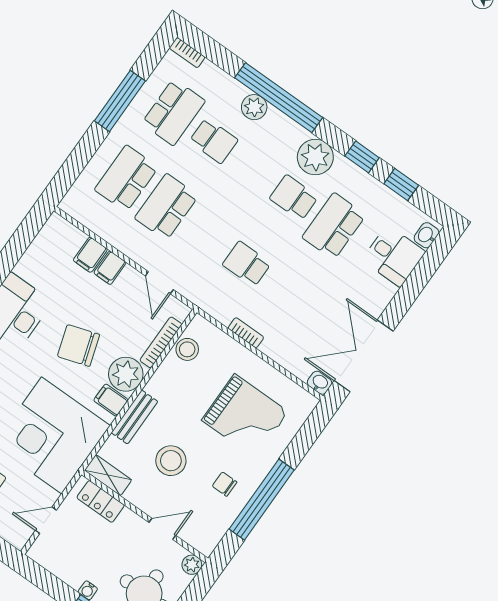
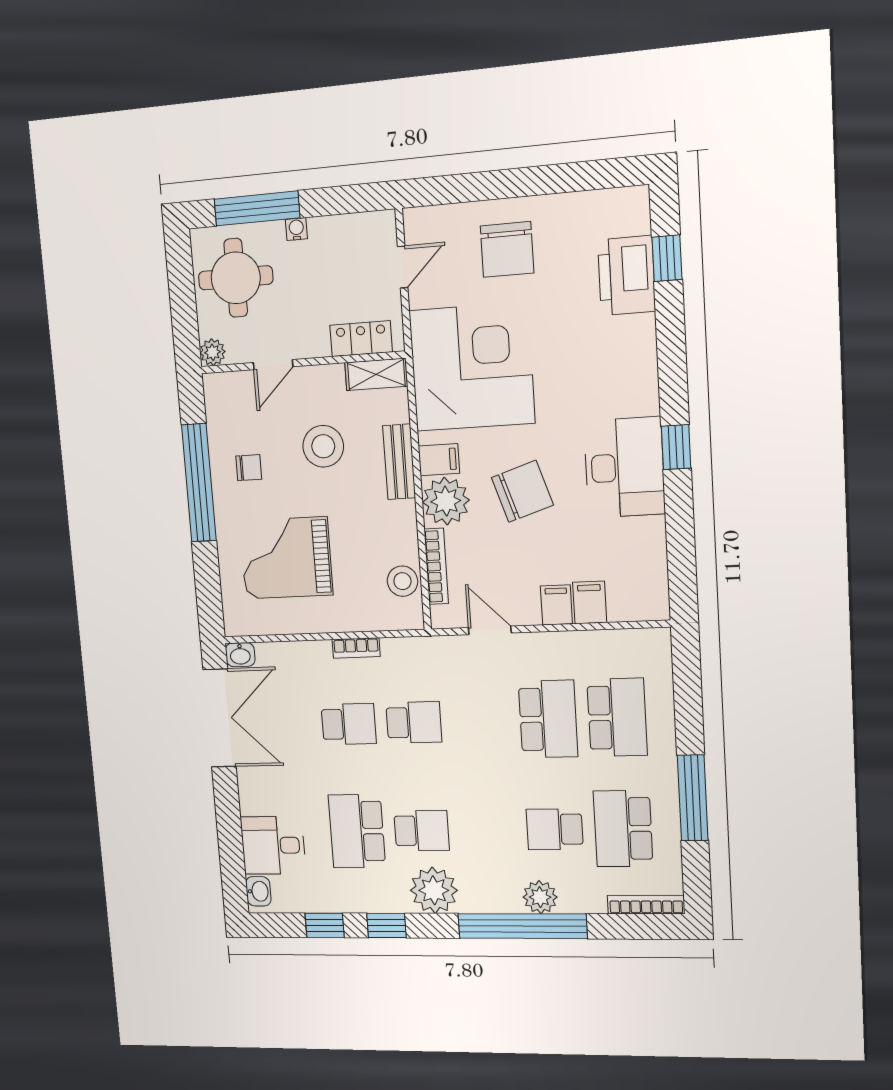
bookcase: (187, 53) -> (646, 905), width x1.56
school desk: (334, 226) -> (357, 831), turned 180
school desk: (287, 293) -> (349, 724), added

